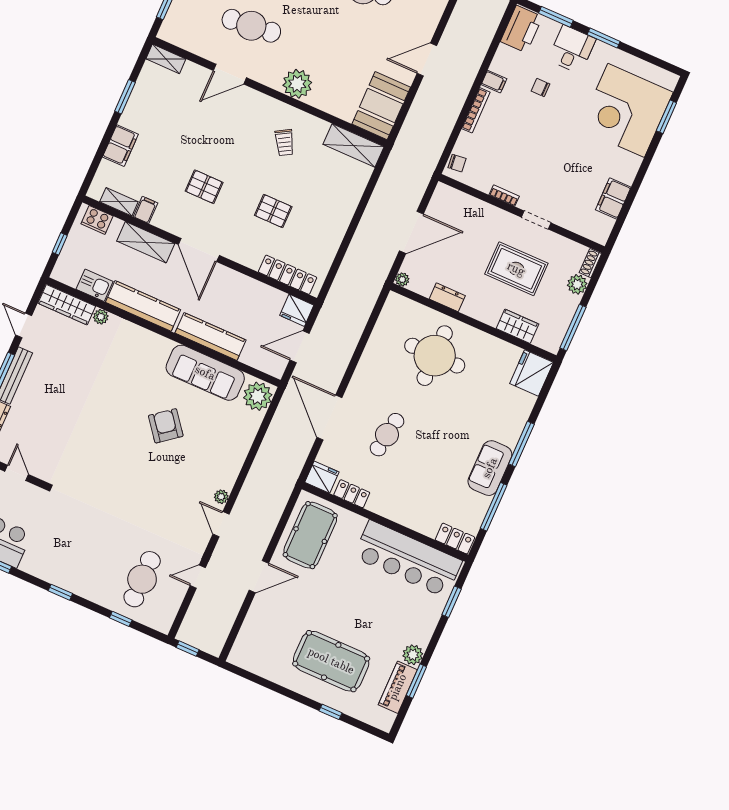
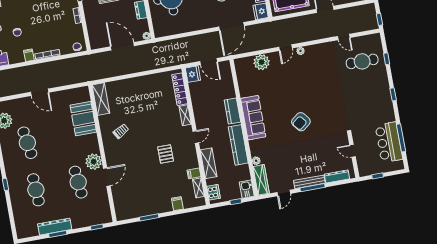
shelving: (166, 59) -> (185, 115), moved
door: (230, 74) -> (107, 177), hinge flipped
plant: (297, 84) -> (94, 162), moved
booth: (381, 106) -> (83, 119), moved, turned 90
filing cabinet: (120, 146) -> (177, 204), width x0.50
pallet: (273, 211) -> (155, 115), removed
door: (199, 250) -> (196, 137), width x0.53
kitchen sink: (95, 285) -> (247, 189), moved
kitchen counter: (211, 337) -> (232, 111), width x0.67
sofa: (205, 373) -> (253, 118), moved
plant: (258, 396) -> (262, 62), moved
armchair: (166, 426) -> (301, 122), moved
door: (17, 473) -> (353, 151), hinge flipped
door: (221, 524) -> (285, 48), moved

